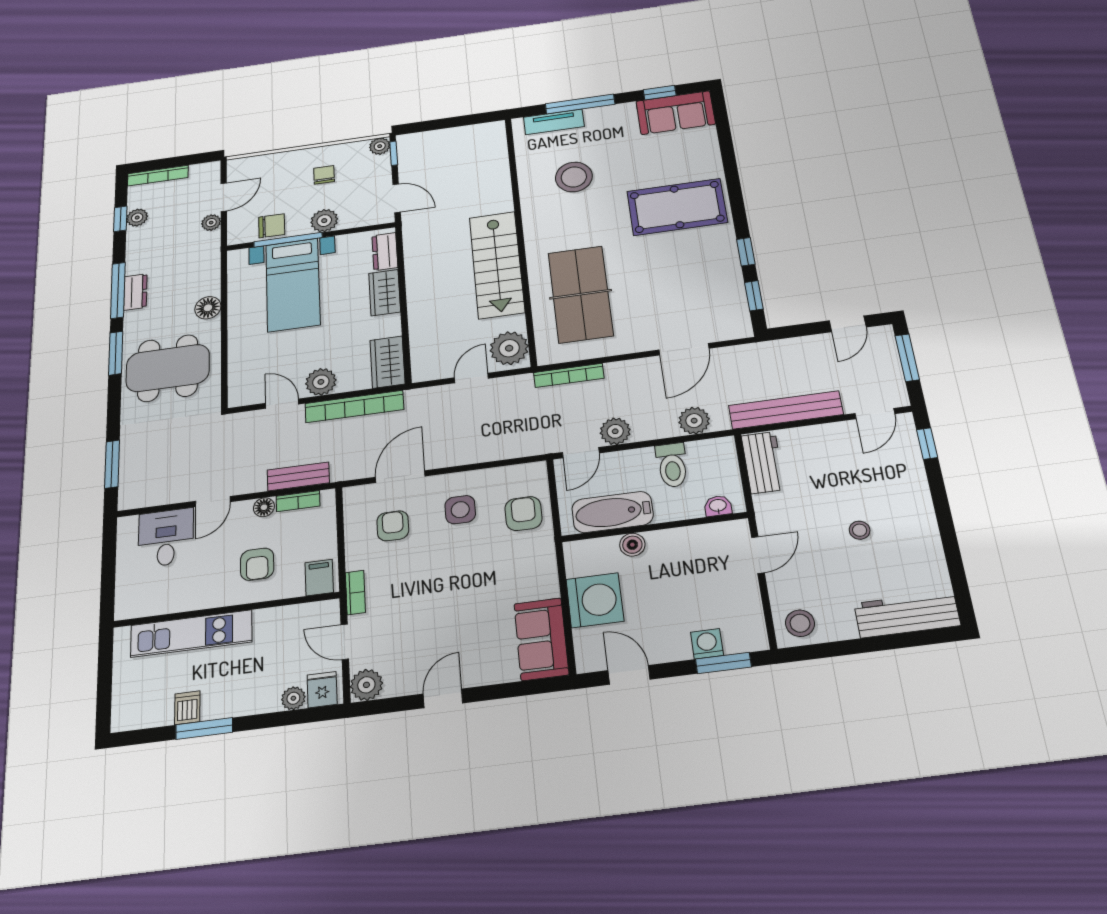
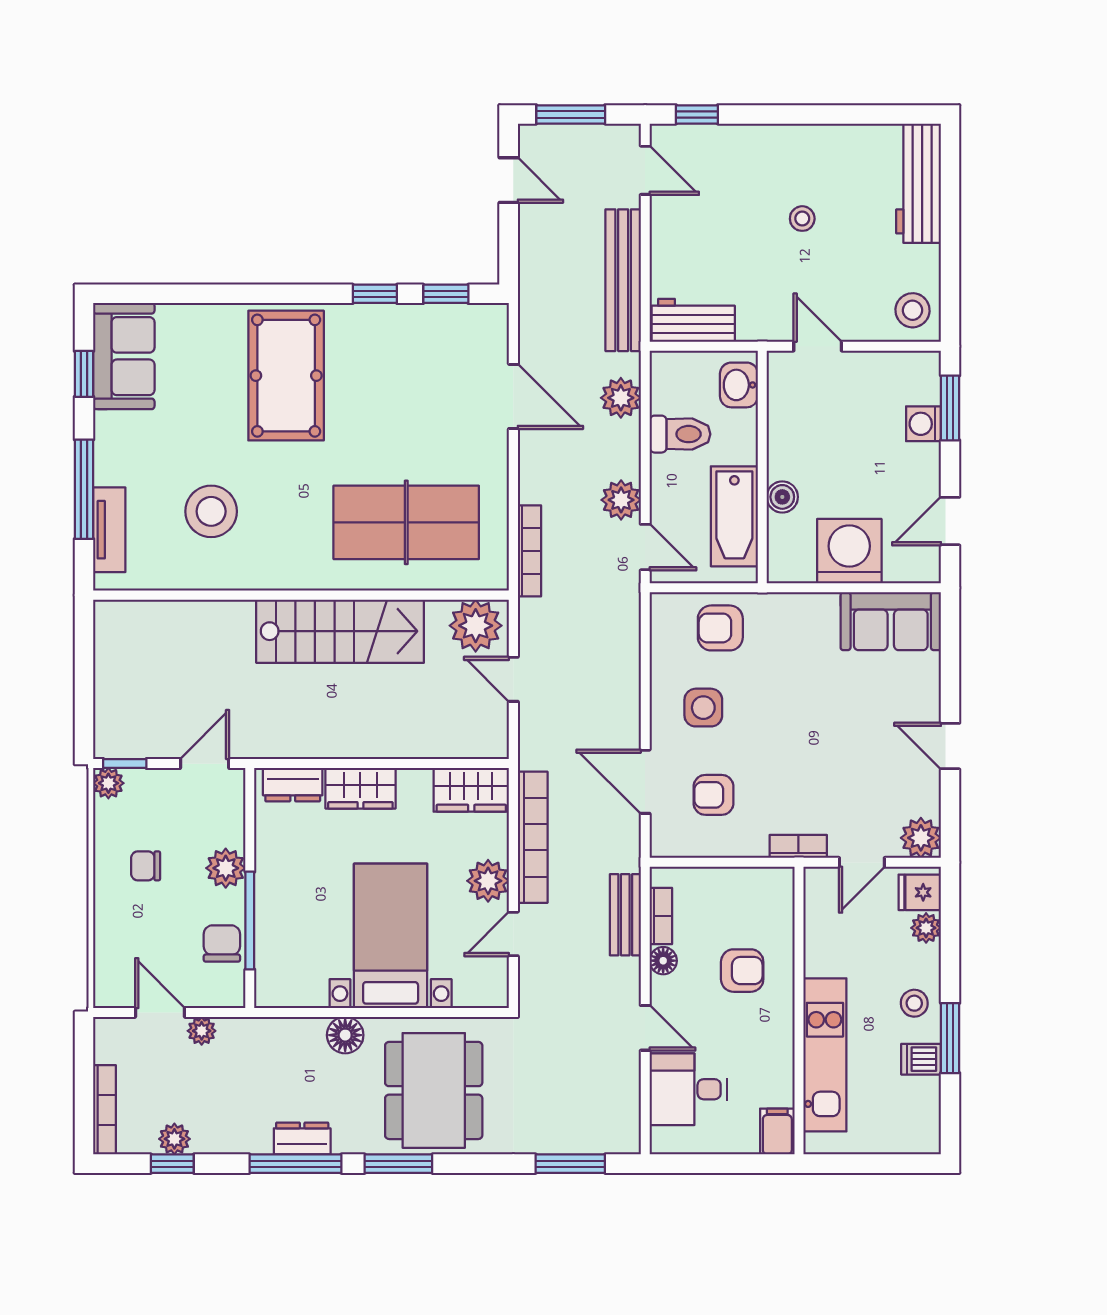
bed with nightstands: (293, 285) -> (391, 936), moved, turned -90
washbasin: (718, 506) -> (739, 385), width x1.38, depth x1.45
filing cabinet: (319, 578) -> (777, 1131), moved, turned 90
stool: (232, 697) -> (914, 1003), added

